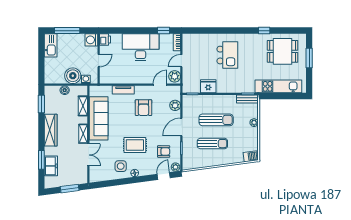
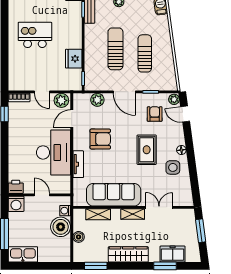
desk: (141, 47) -> (54, 152), moved, turned 180
door: (160, 85) -> (72, 119), hinge flipped

